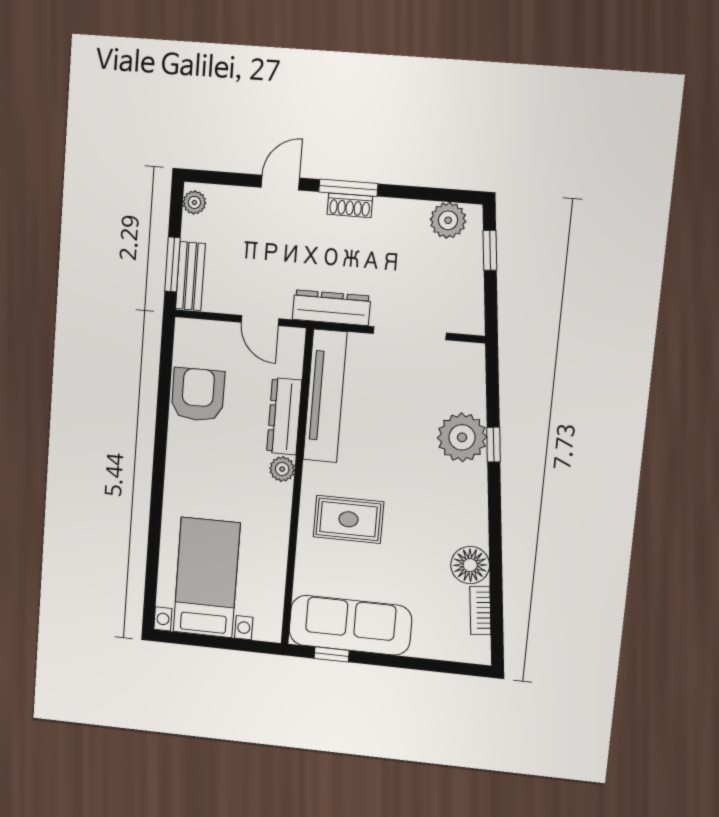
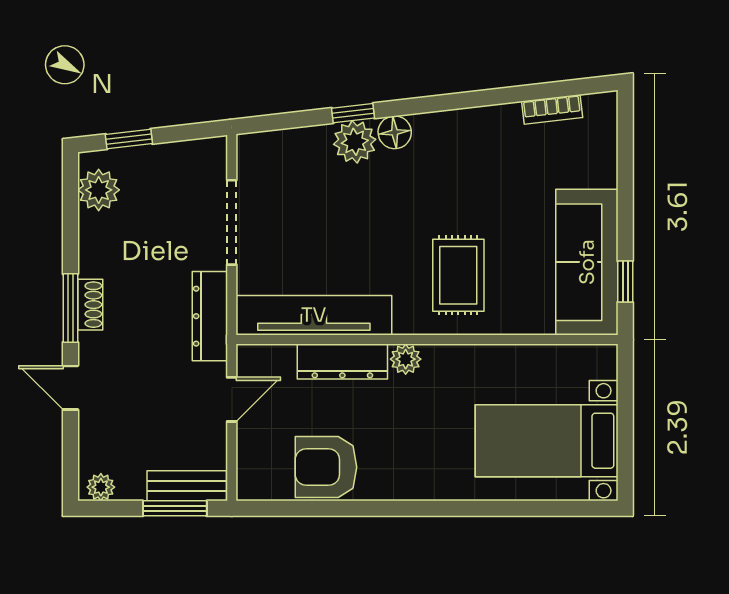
plant: (462, 437) -> (355, 142), width x0.73, depth x0.73
floor lamp: (470, 565) -> (395, 132), moved, width x0.73, depth x0.73

